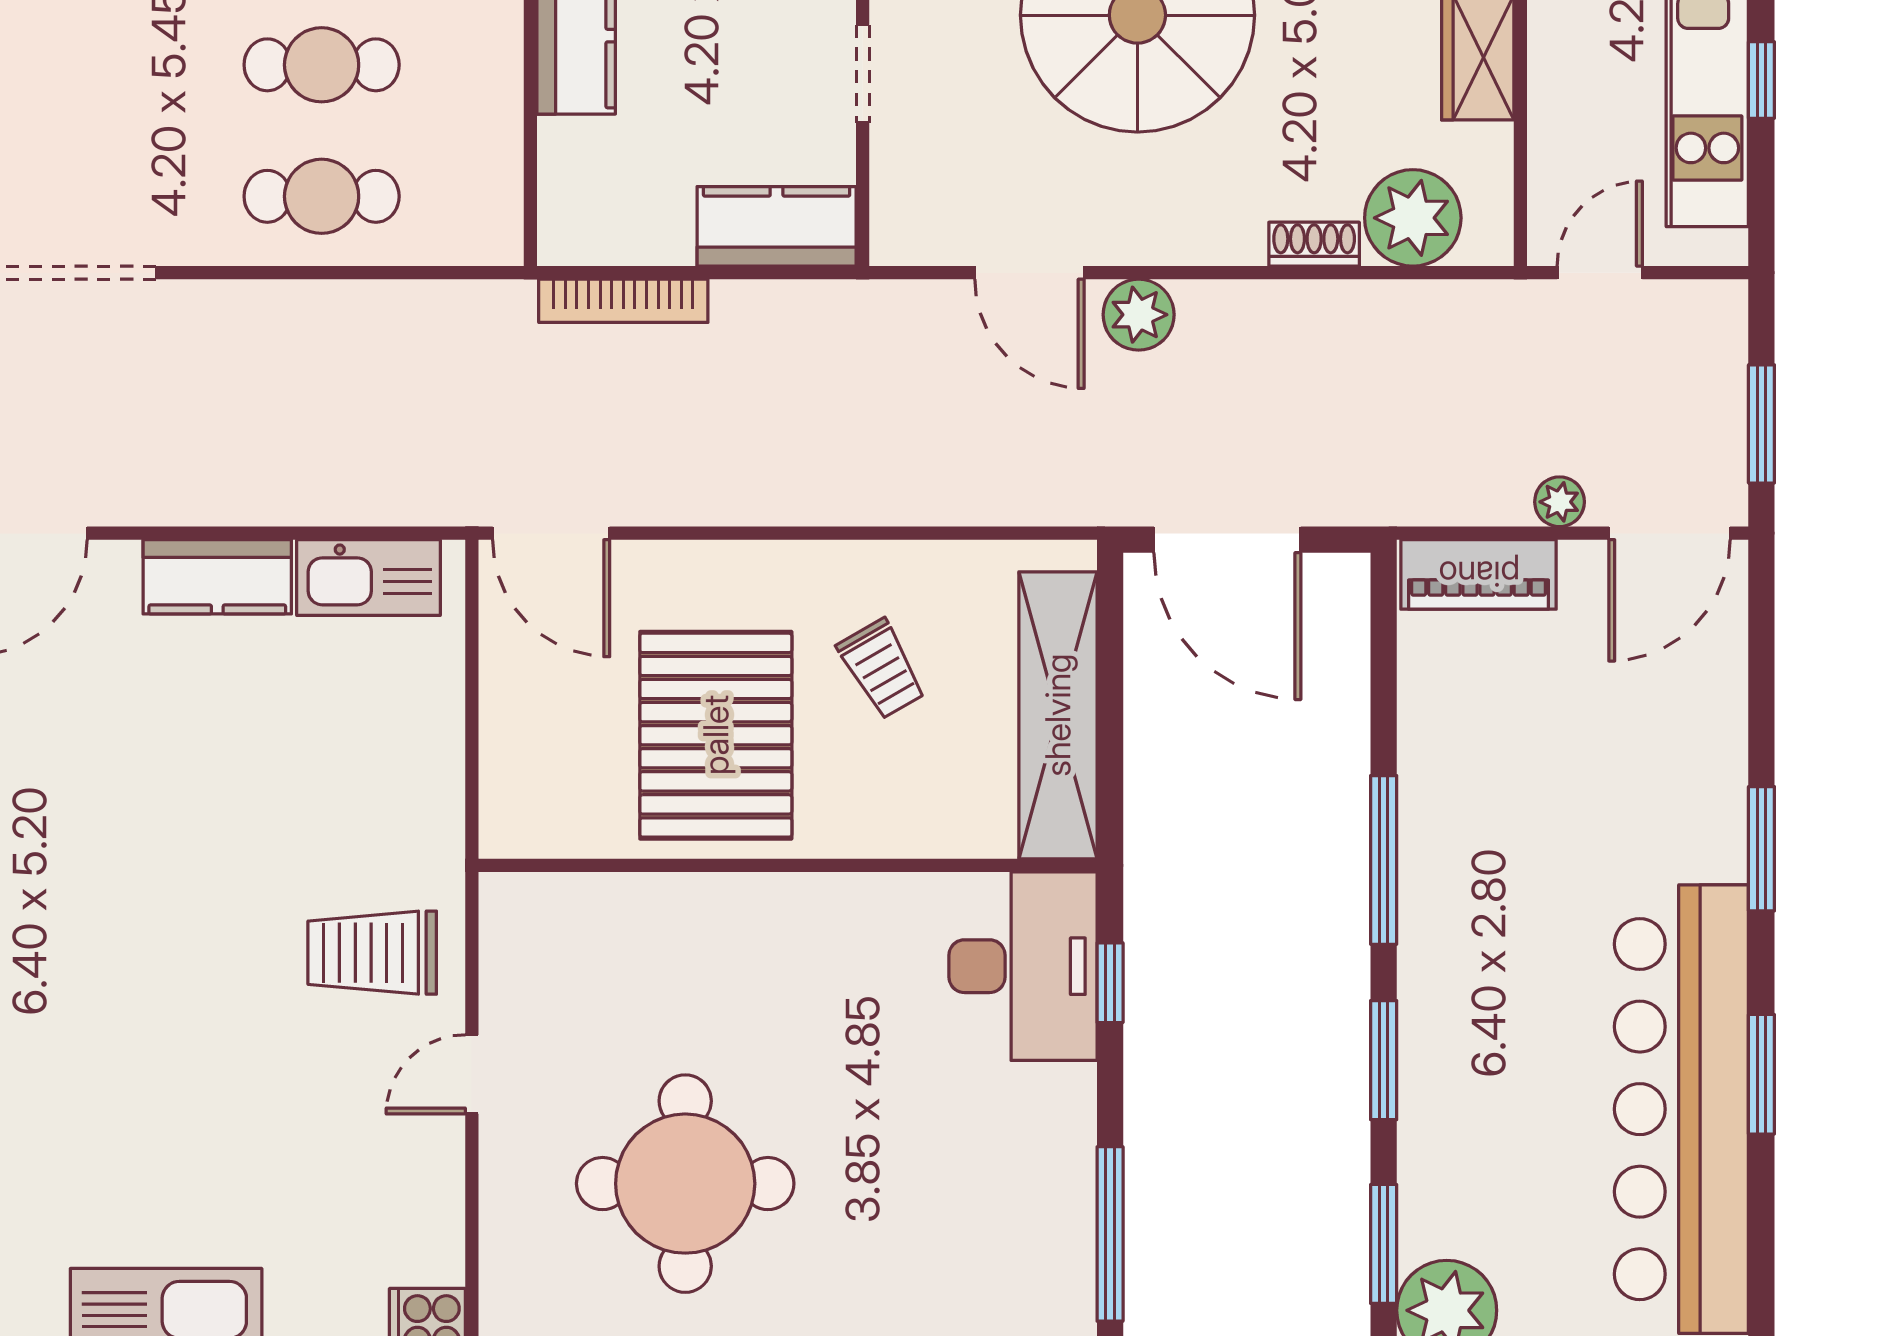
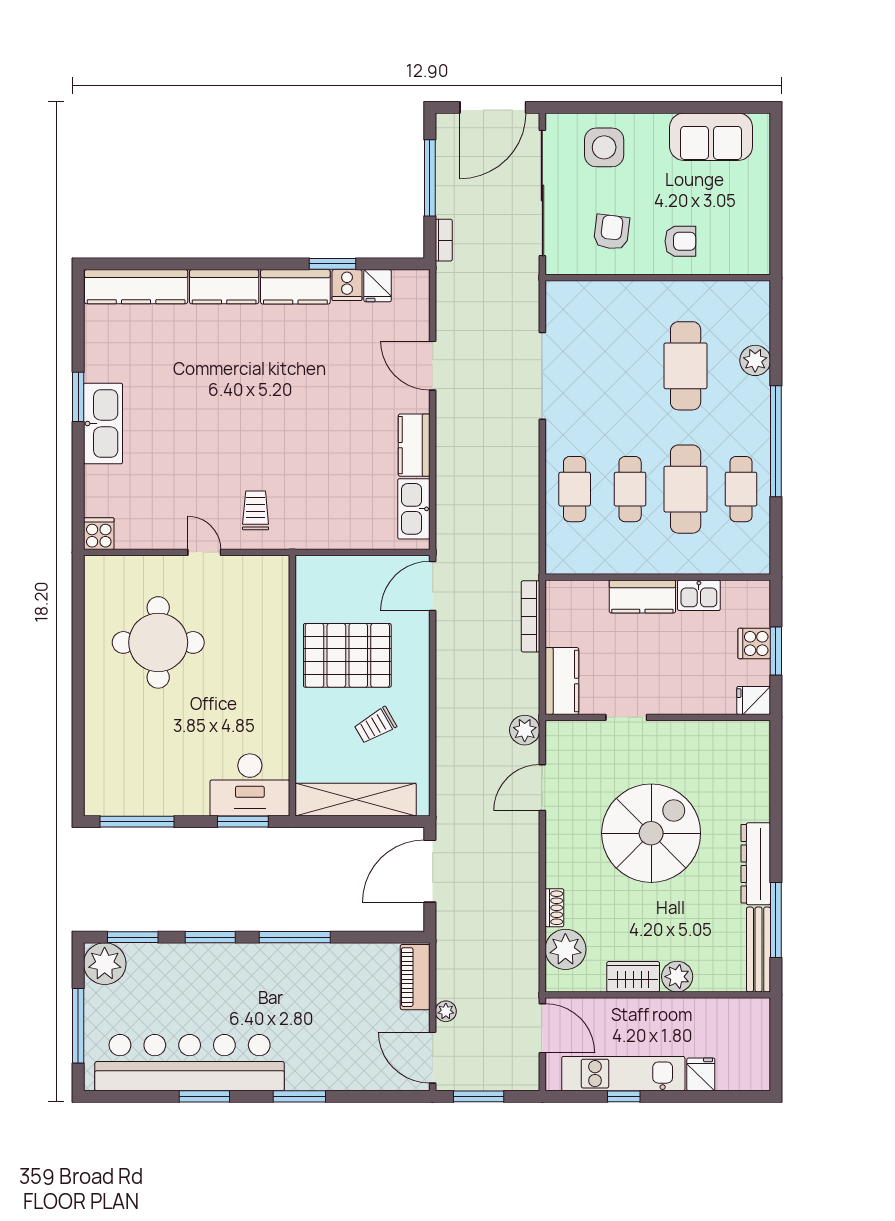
door: (1600, 273) -> (542, 1028), width x1.38
plant: (1139, 315) -> (525, 730), moved
trolley: (372, 953) -> (256, 510), width x0.73, depth x0.72
window: (1110, 983) -> (243, 822), width x1.50

